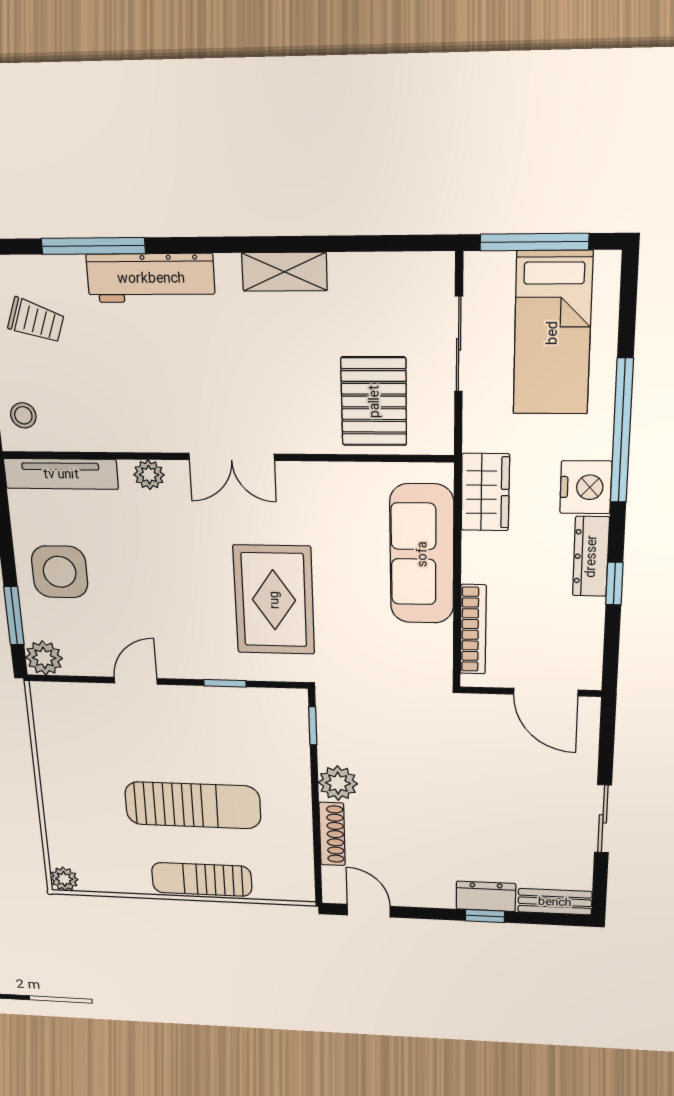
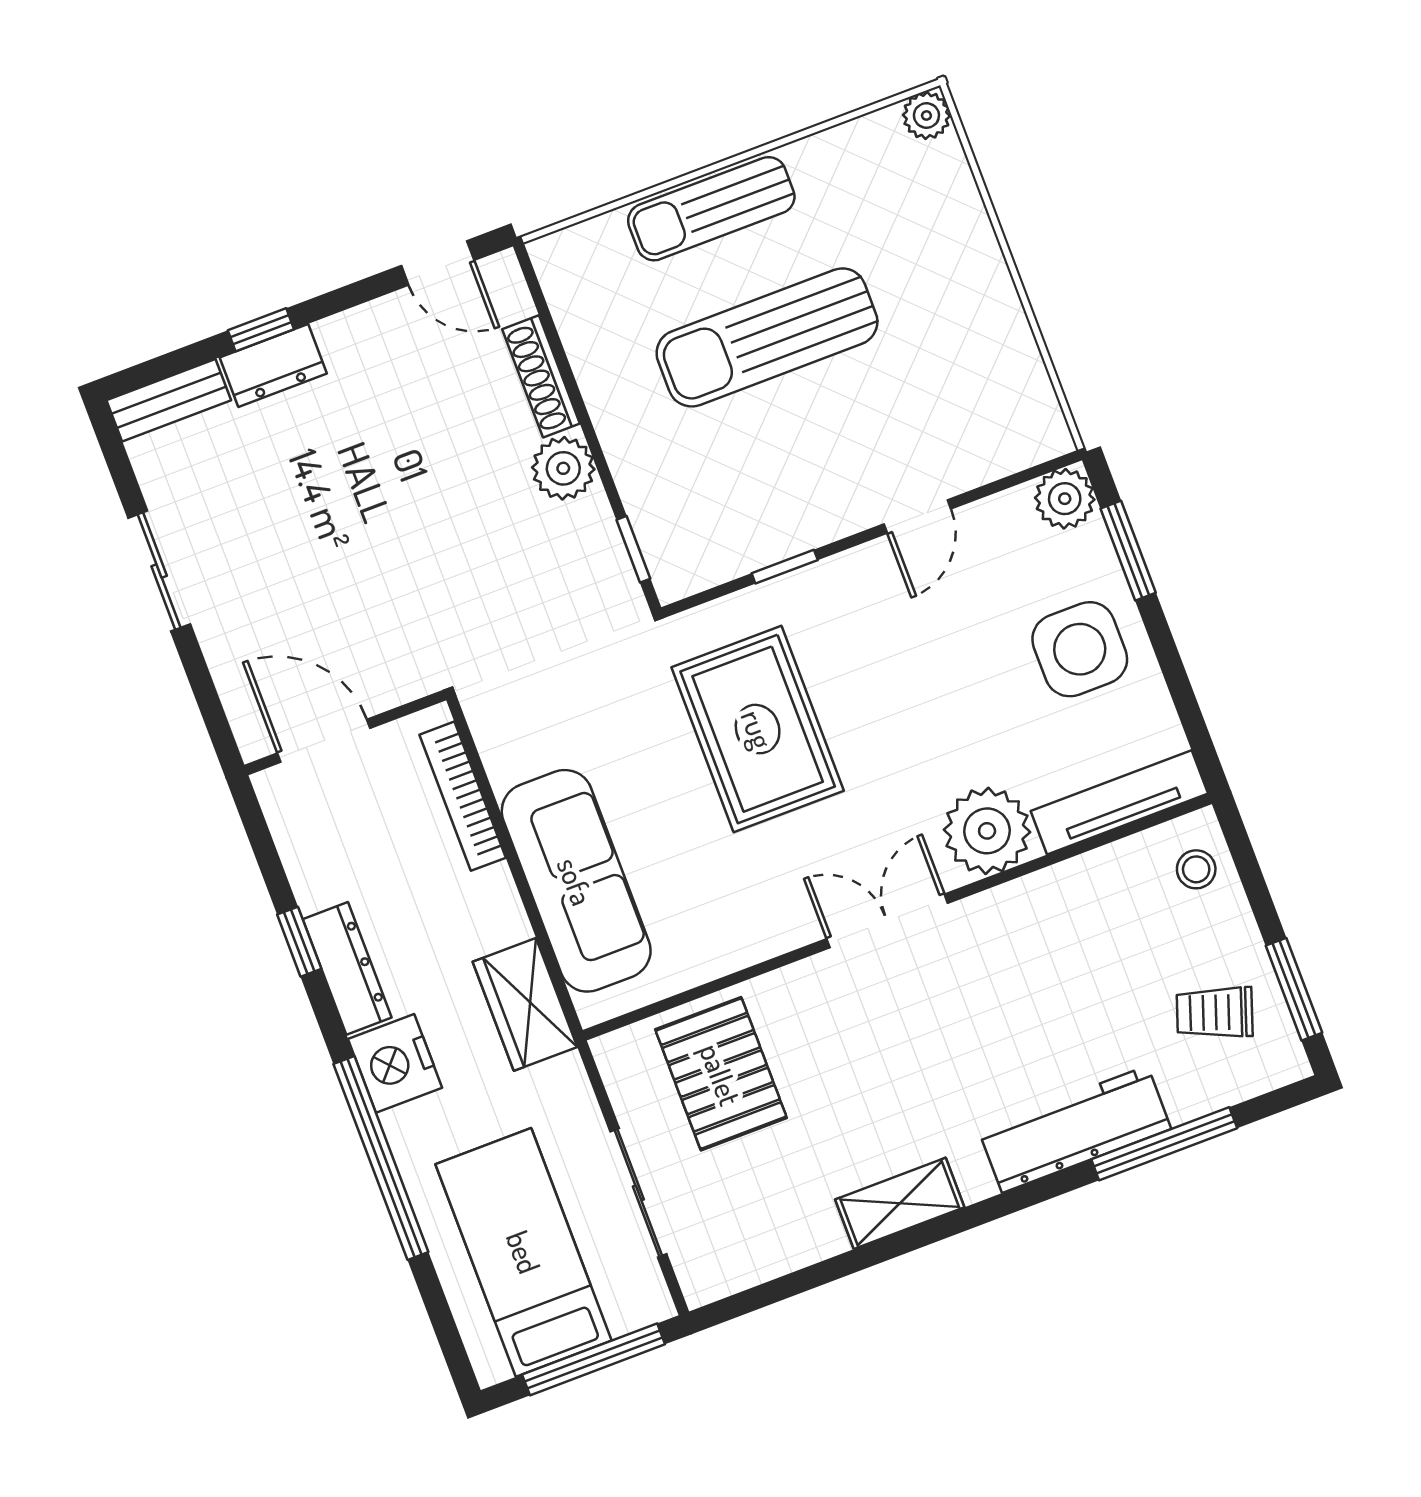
plant: (149, 475) -> (987, 831), width x1.87, depth x1.87
sun lounger: (202, 879) -> (711, 209), turned 180

